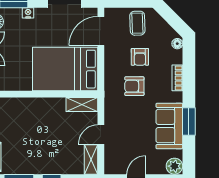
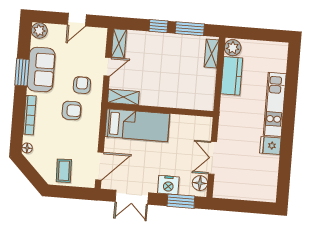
nightstand: (28, 13) -> (168, 185), width x1.89, depth x1.79
armchair: (140, 57) -> (82, 85), moved
bed: (65, 69) -> (137, 125), width x0.67
bookcase: (177, 78) -> (30, 115), width x1.56

